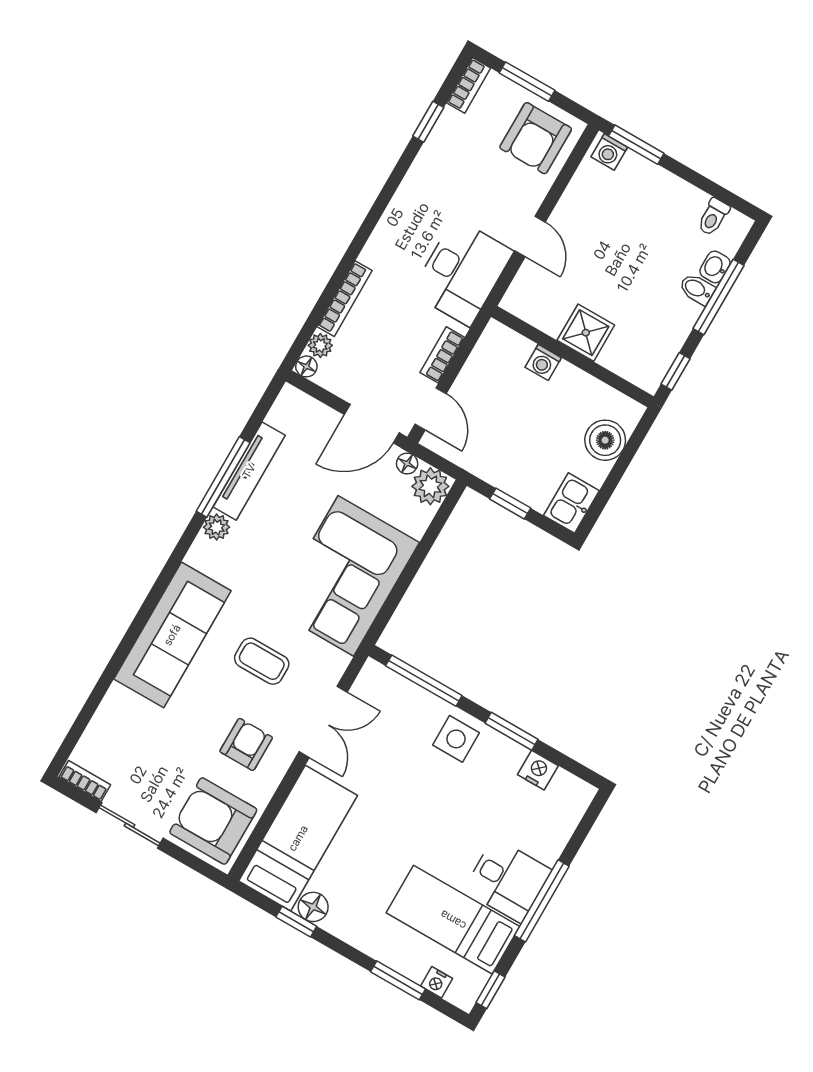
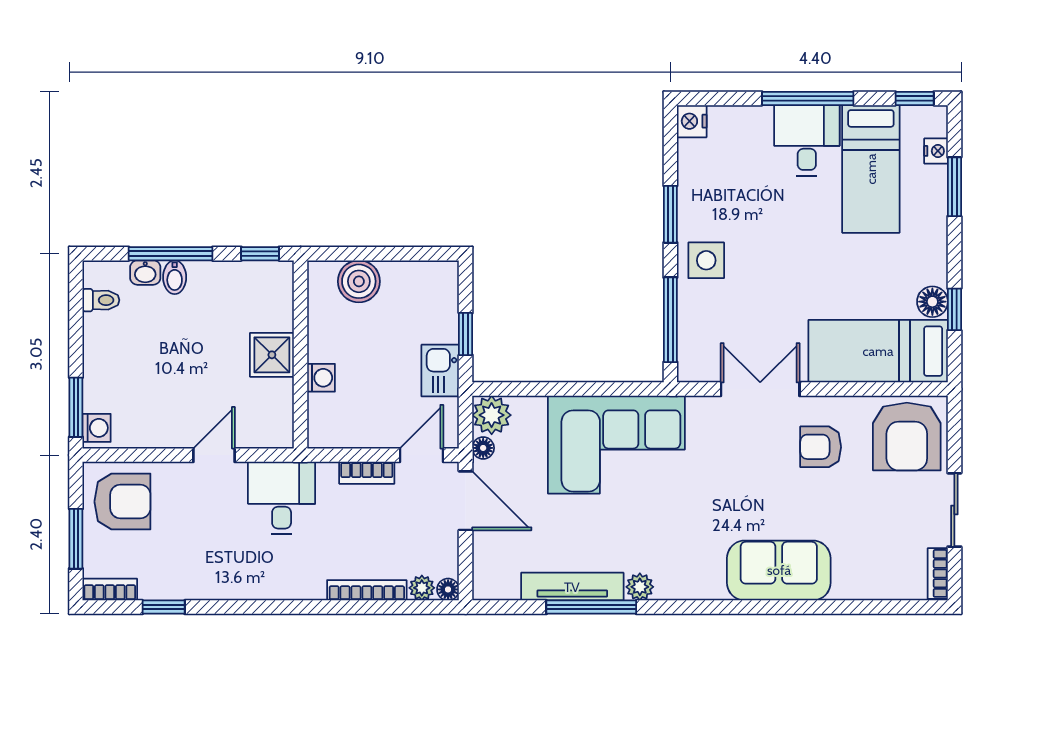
desk: (462, 272) -> (282, 498), width x0.73
kitchen sink: (571, 503) -> (440, 371), moved, turned 90
sofa: (172, 635) -> (779, 570), width x0.73
coffee table: (262, 661) -> (737, 476), removed
nightstand: (538, 770) -> (692, 121), moved

